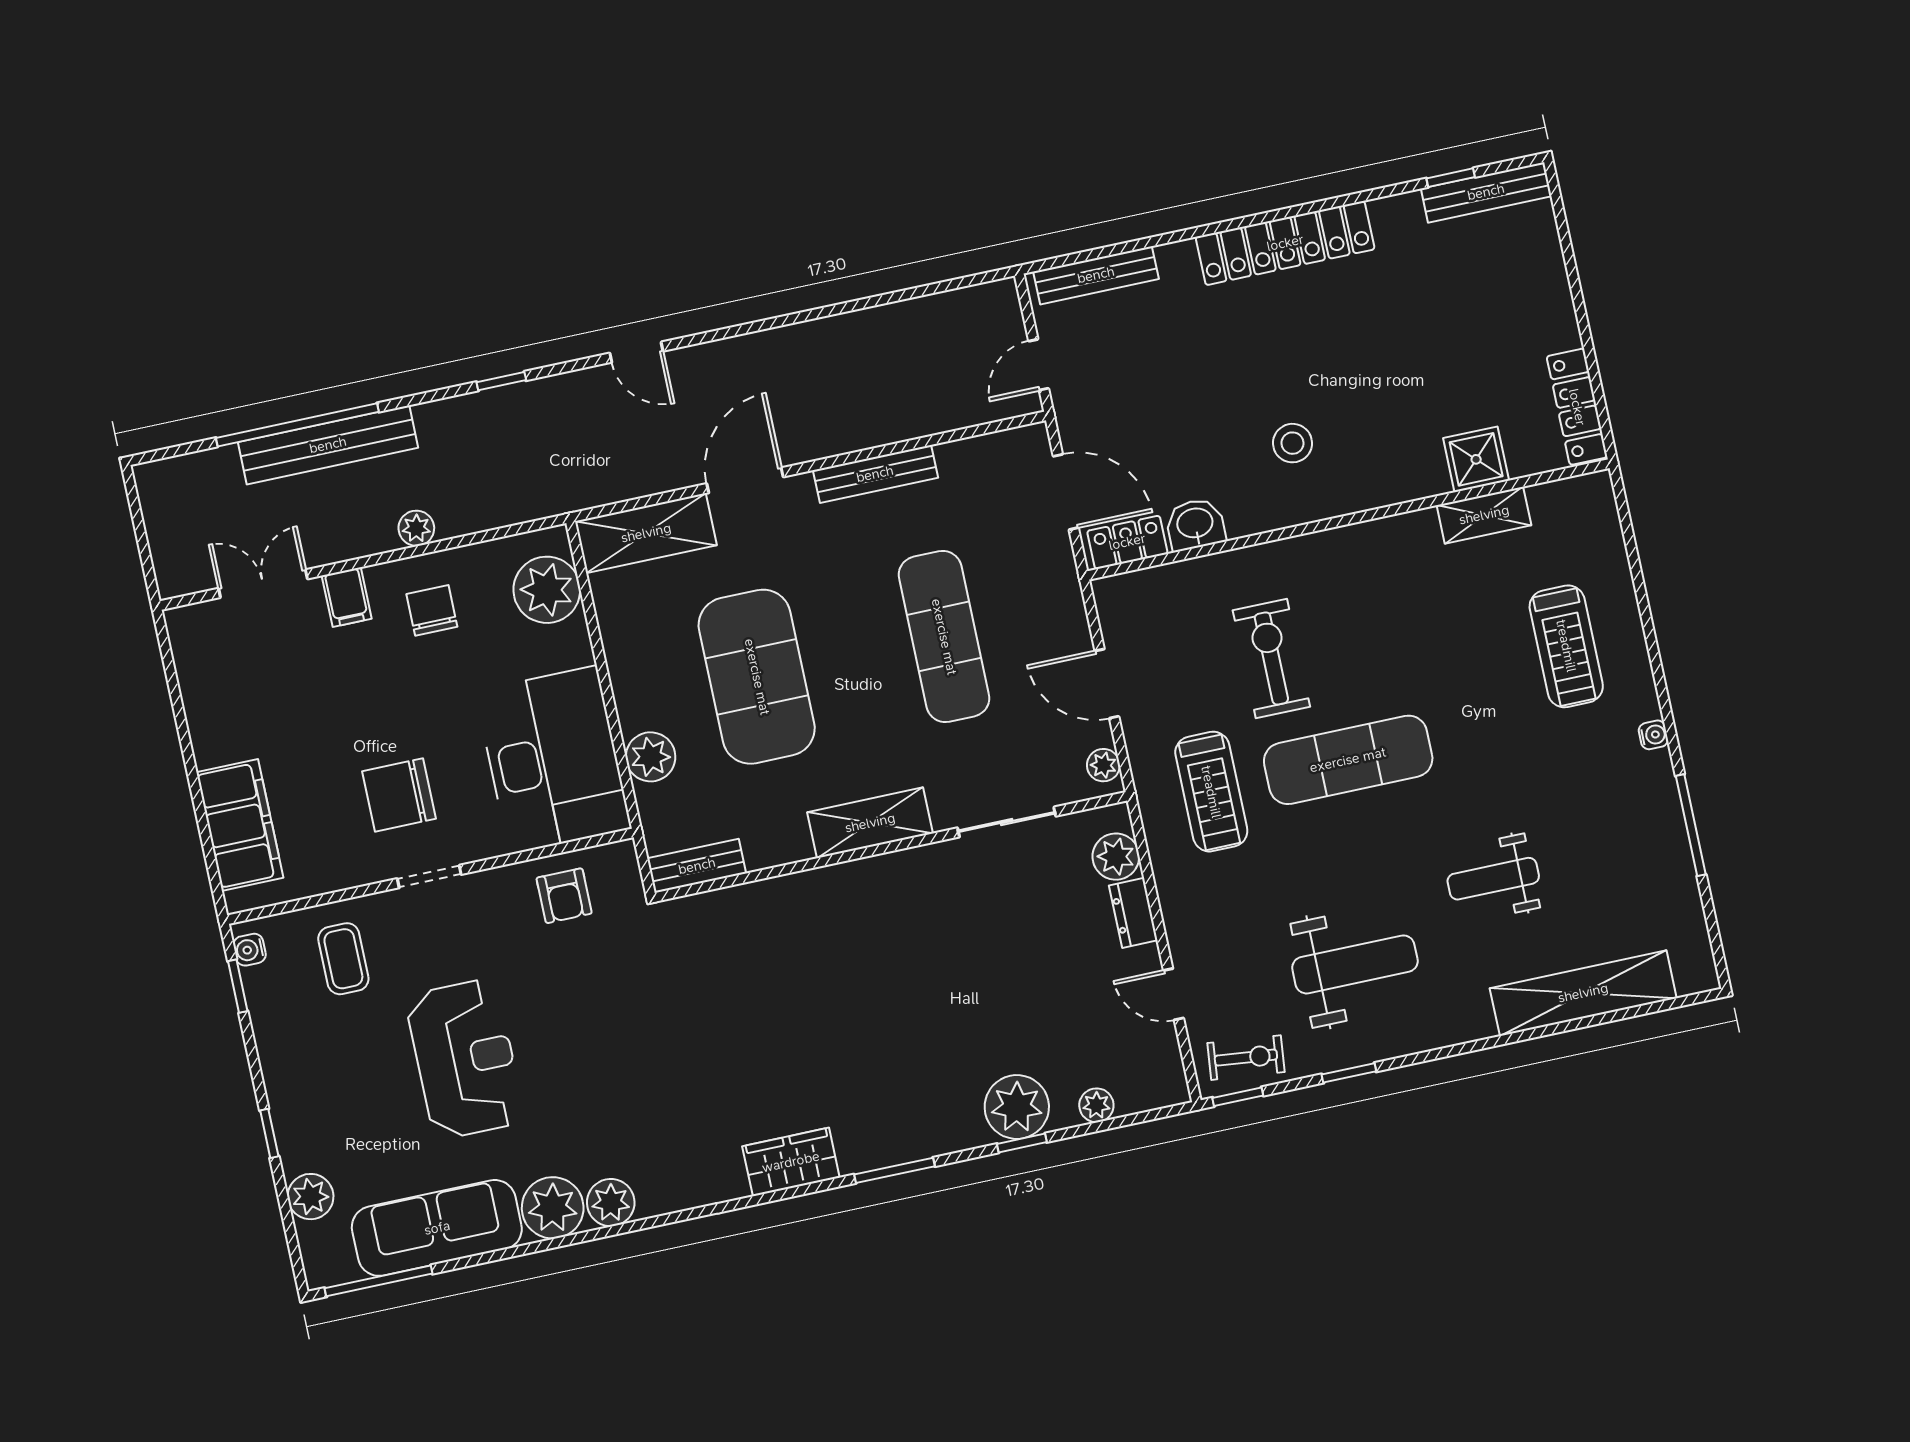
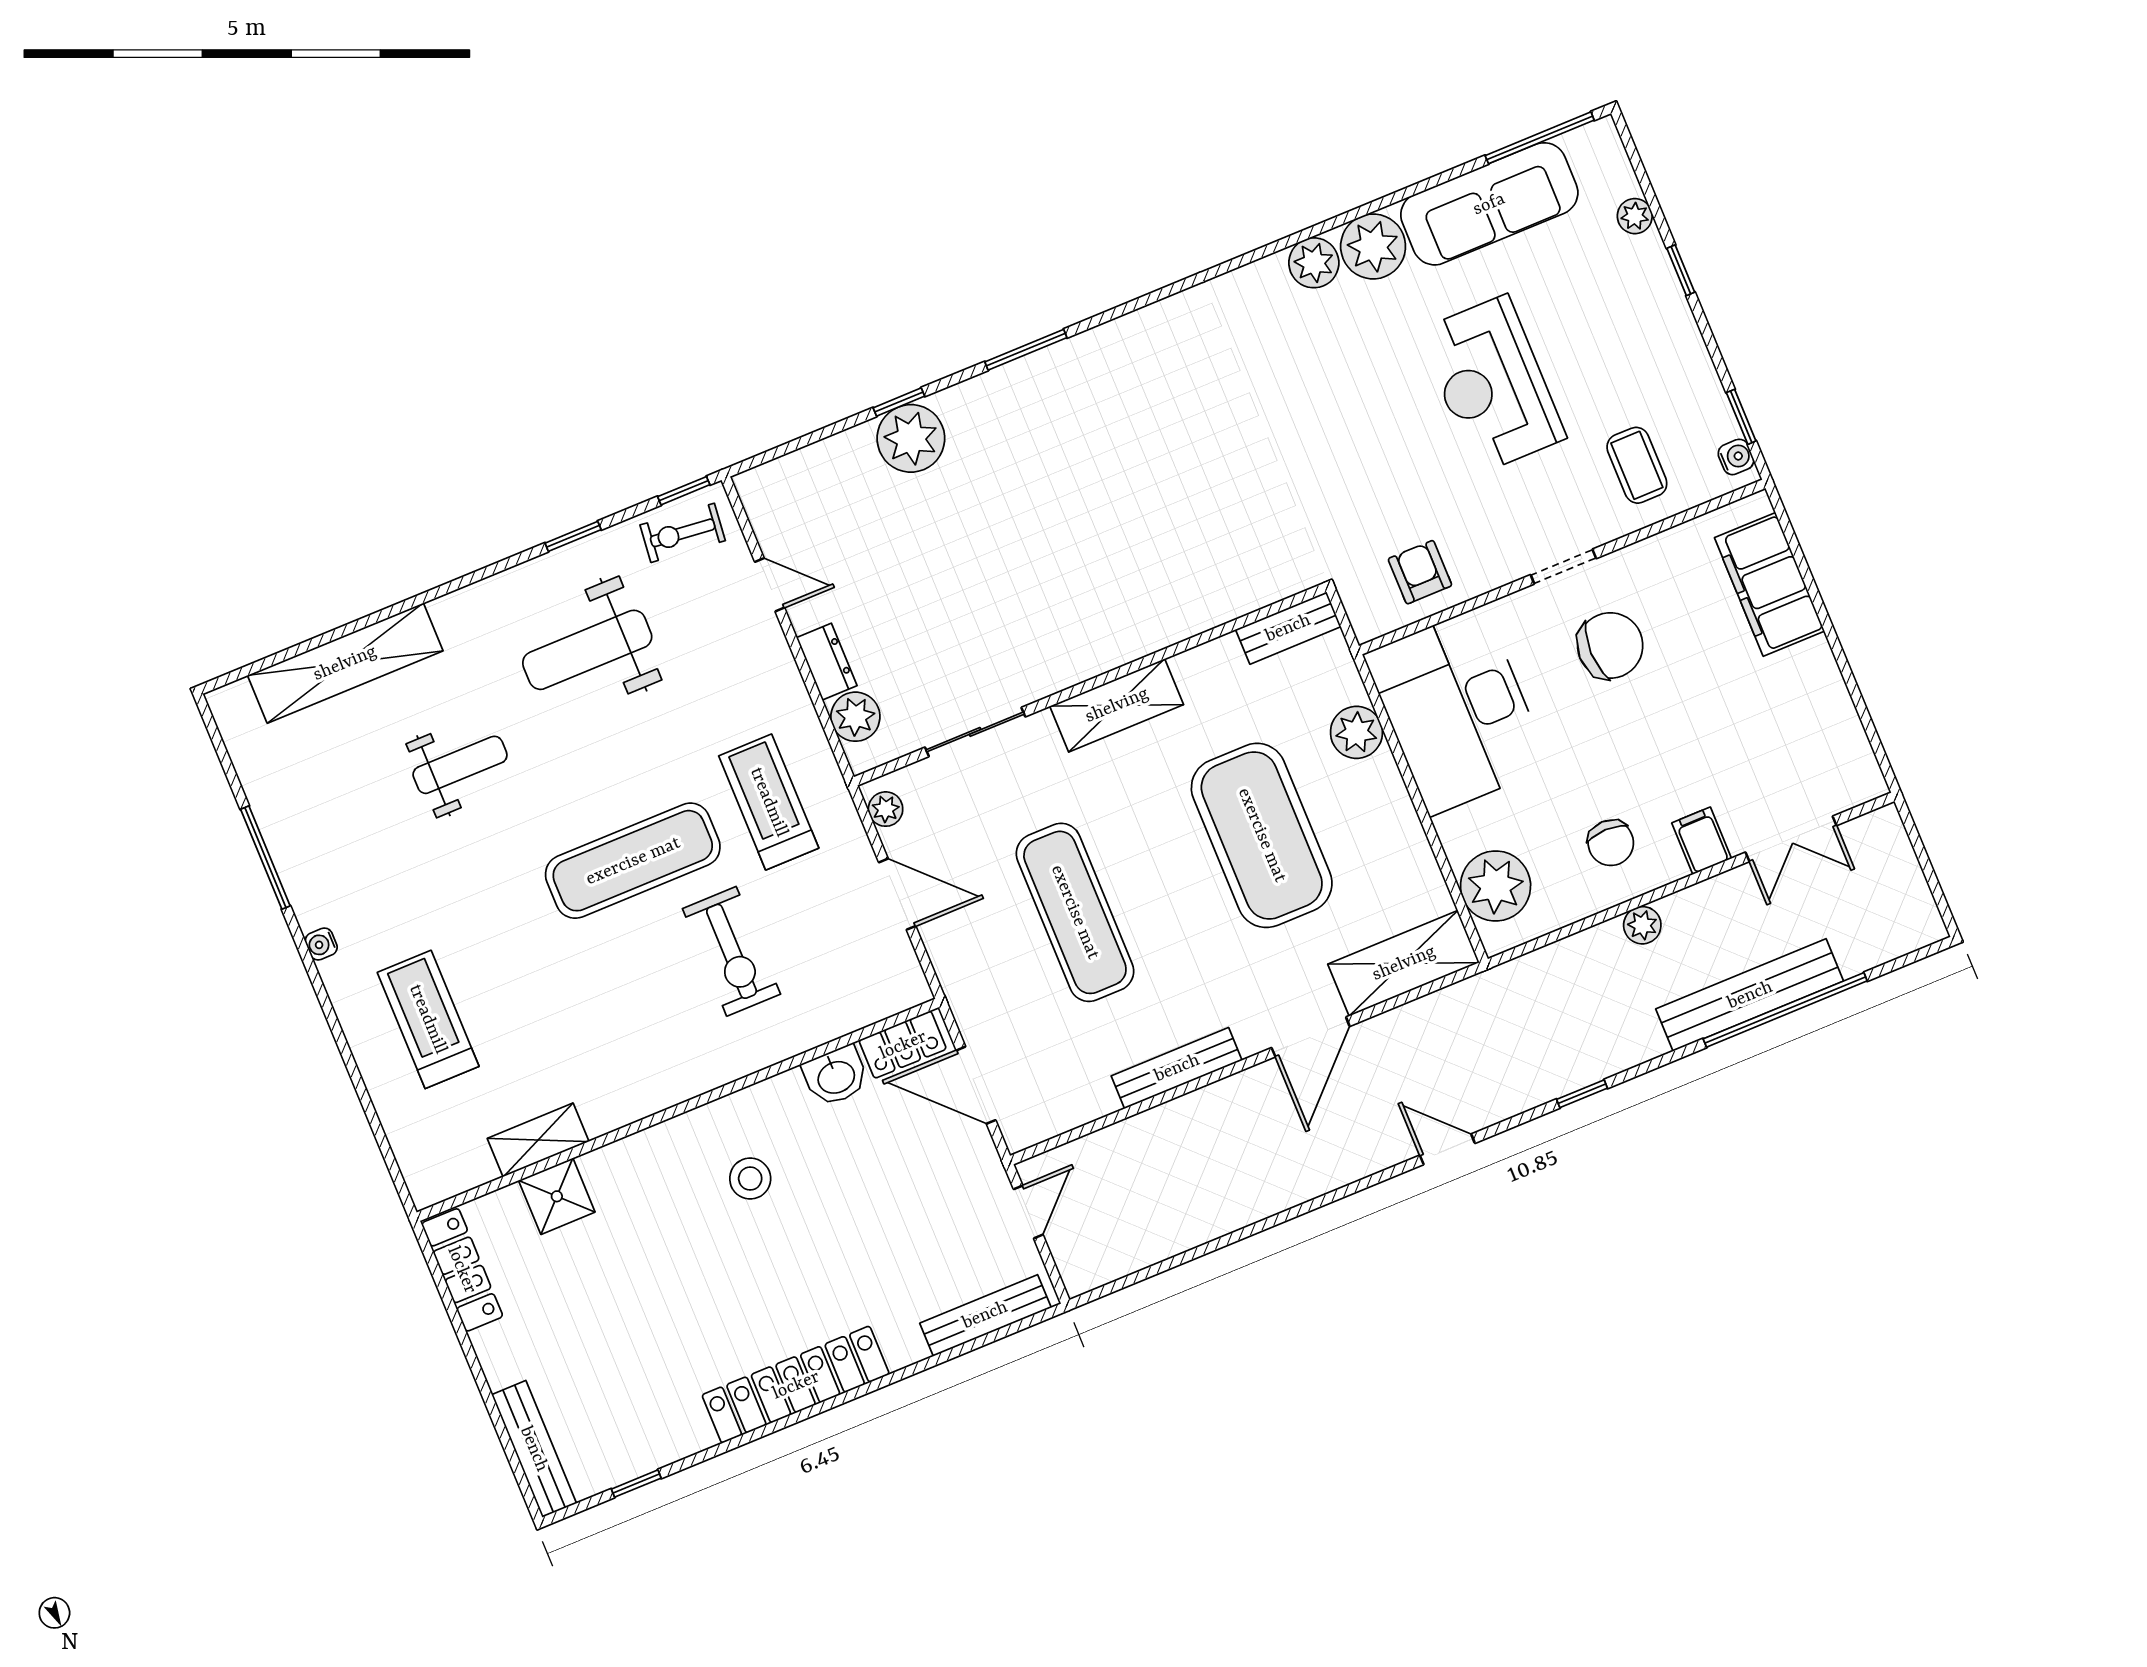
bench: (1486, 192) -> (534, 1449), moved, turned 90
plant: (1096, 1105) -> (829, 455), removed
wardrobe: (791, 1162) -> (1135, 339), removed
plant: (310, 1197) -> (1635, 216), width x0.73, depth x0.73

